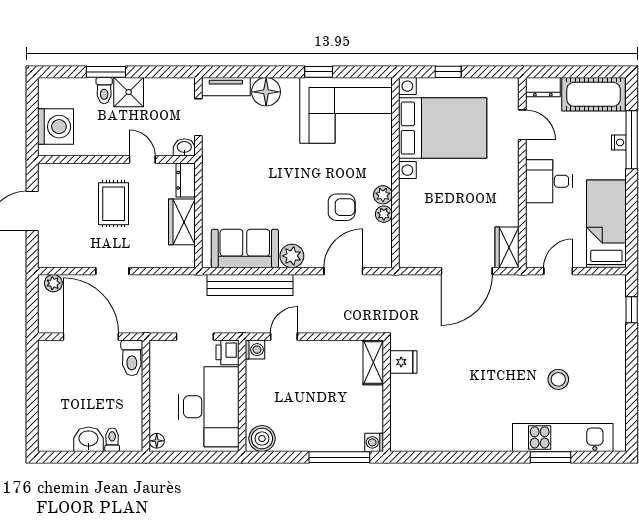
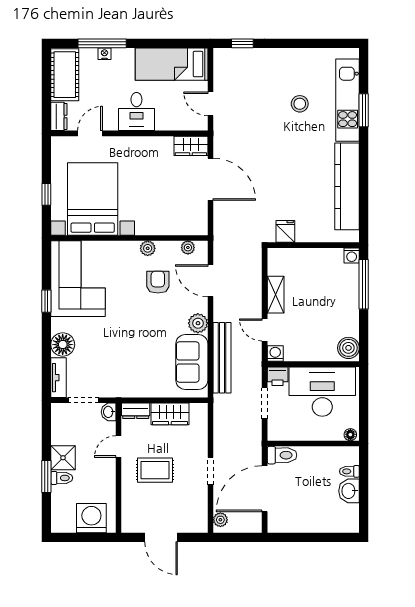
plant: (384, 214) -> (188, 248), moved
shelving: (373, 362) -> (276, 295), moved, turned 90
kitchen counter: (458, 437) -> (347, 186), added

